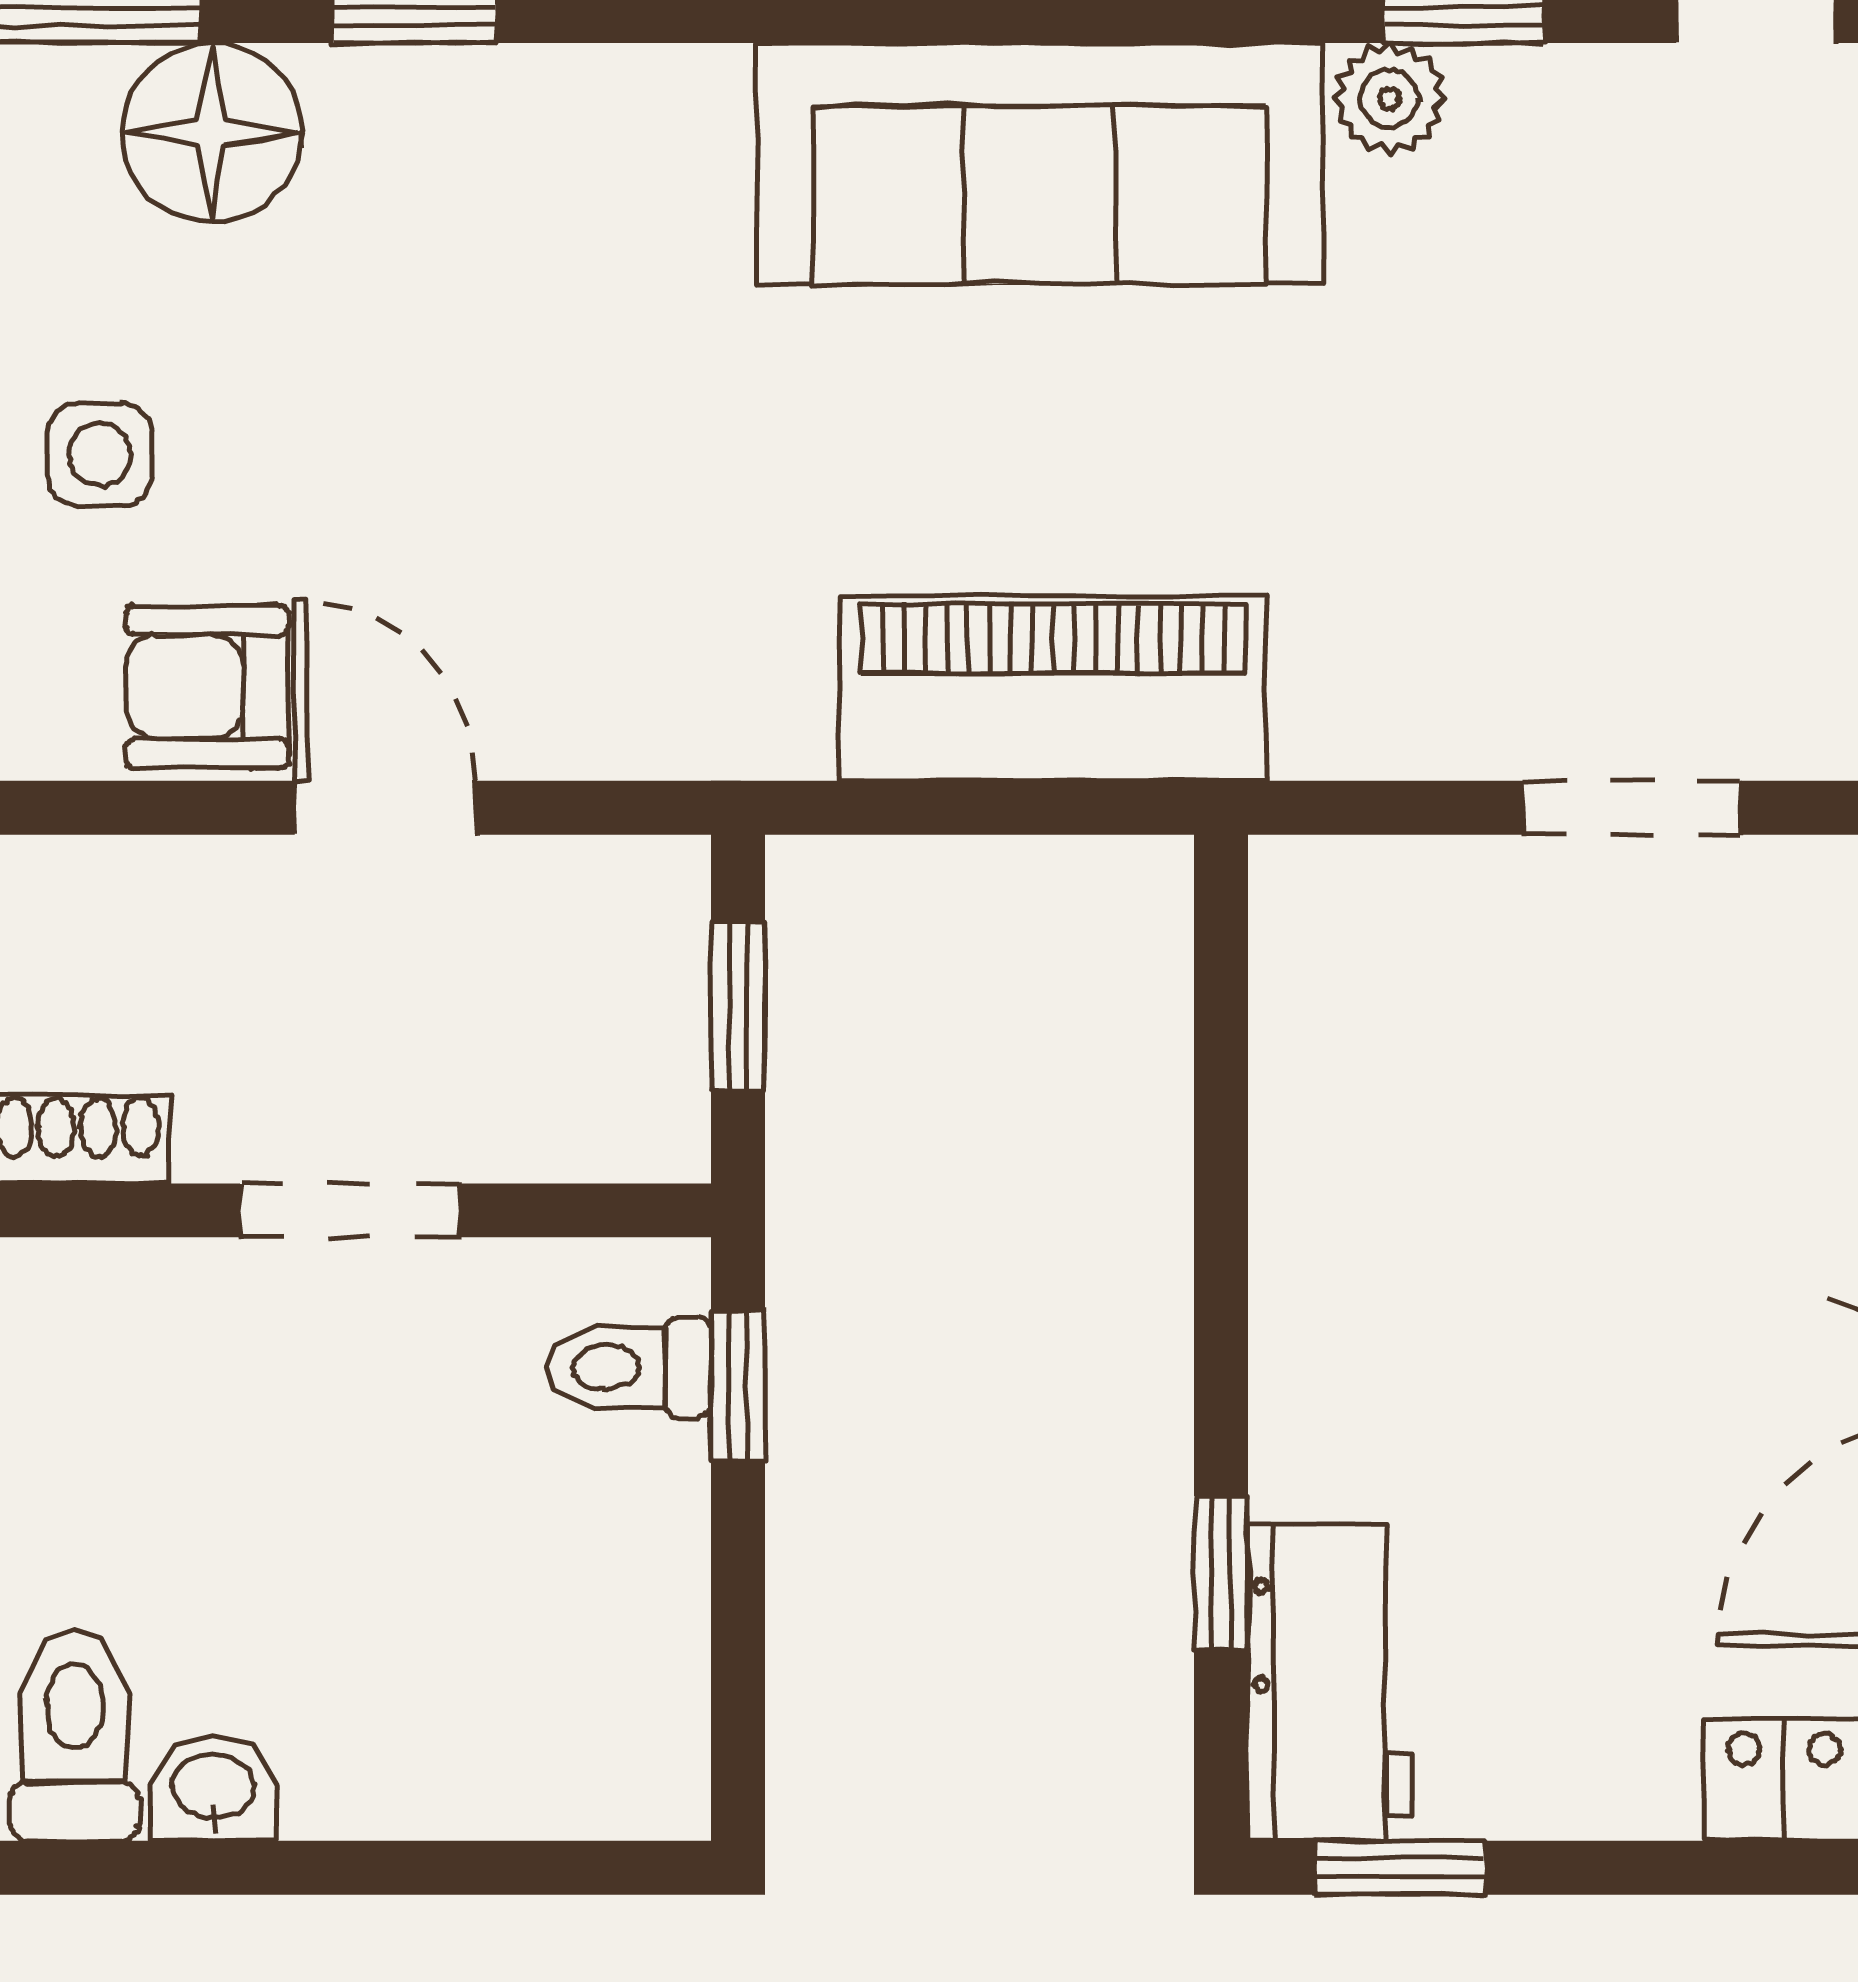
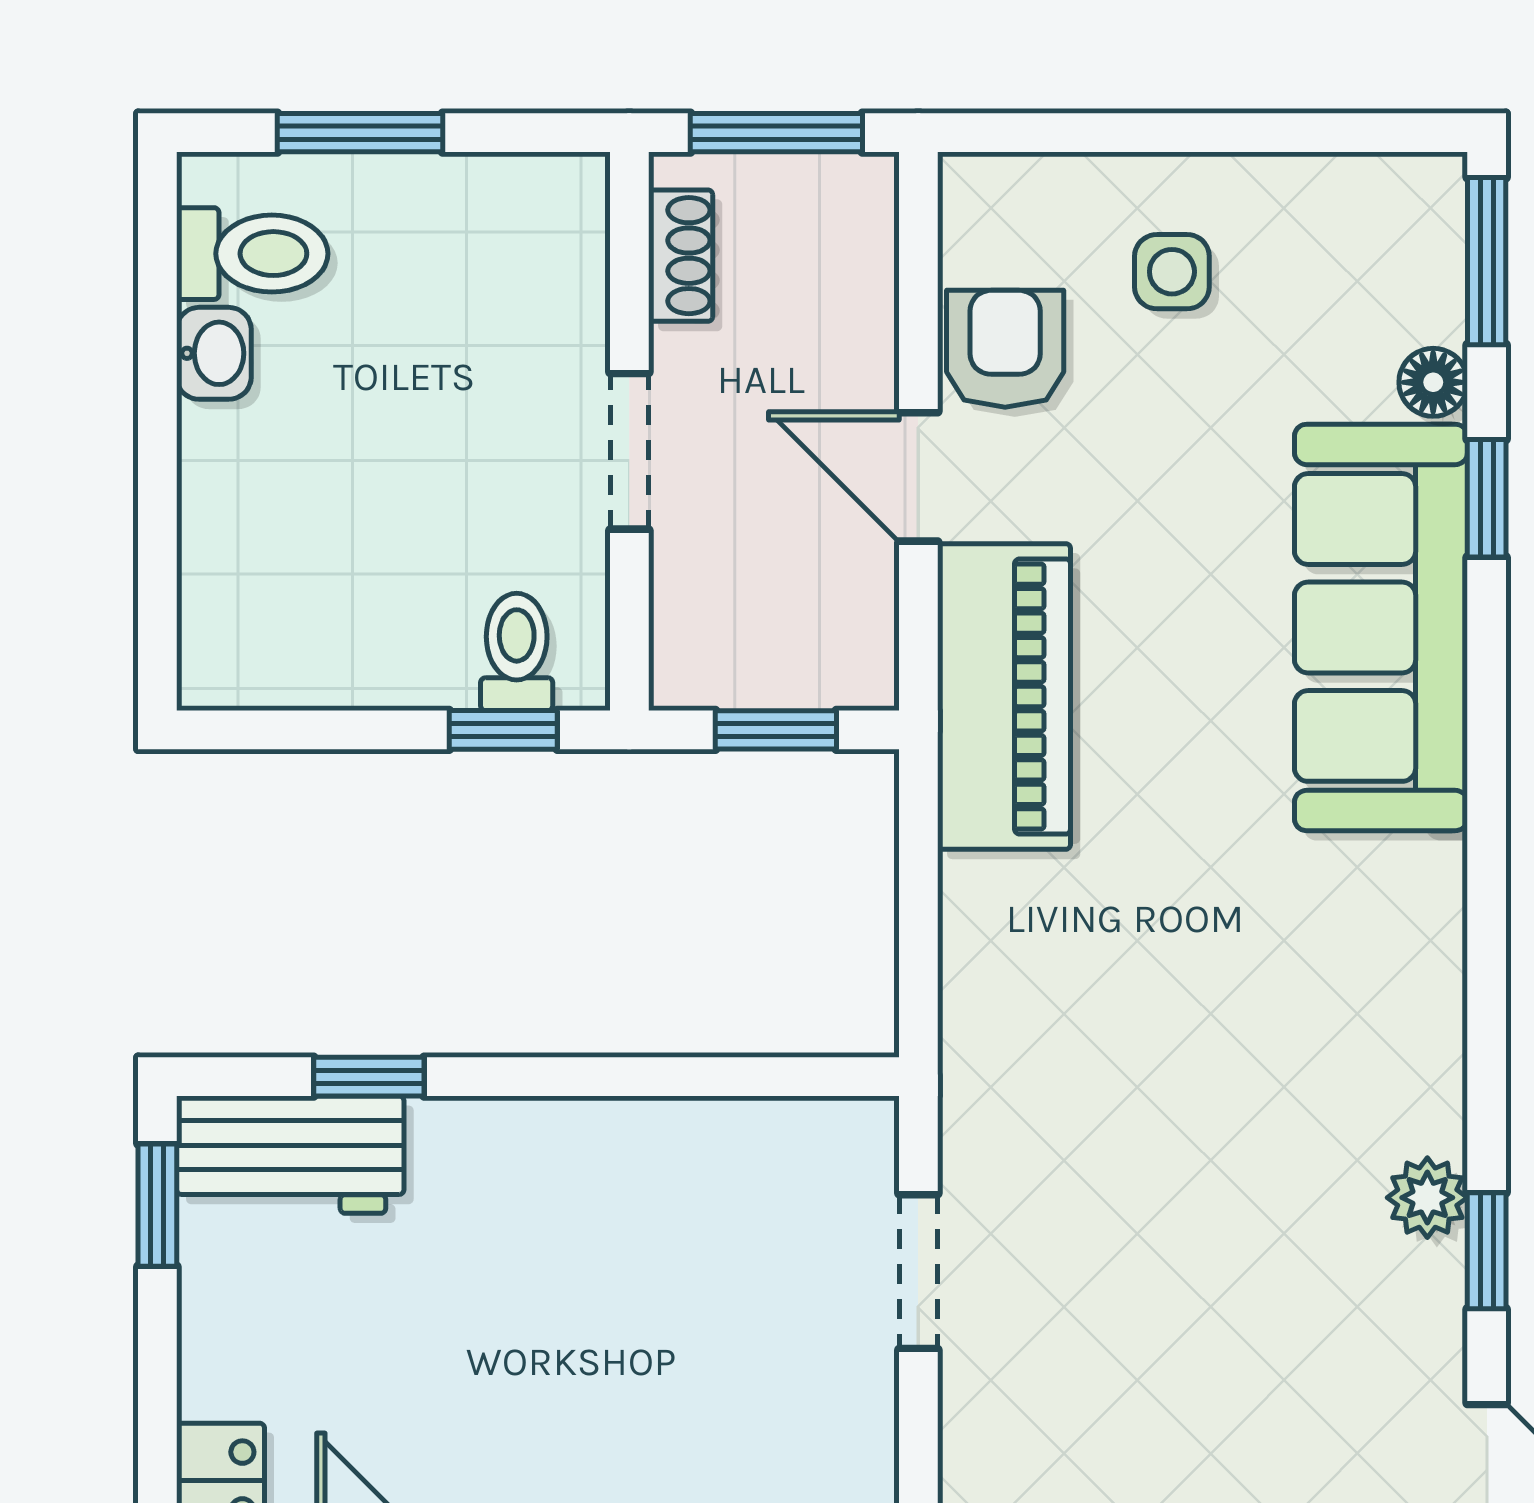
floor lamp: (212, 133) -> (1433, 382), width x0.53, depth x0.53
sofa: (1040, 163) -> (1381, 627), moved
piano: (1053, 688) -> (1004, 696), moved
door: (385, 808) -> (918, 477), swing flipped
doorway: (1632, 808) -> (918, 1272), moved

